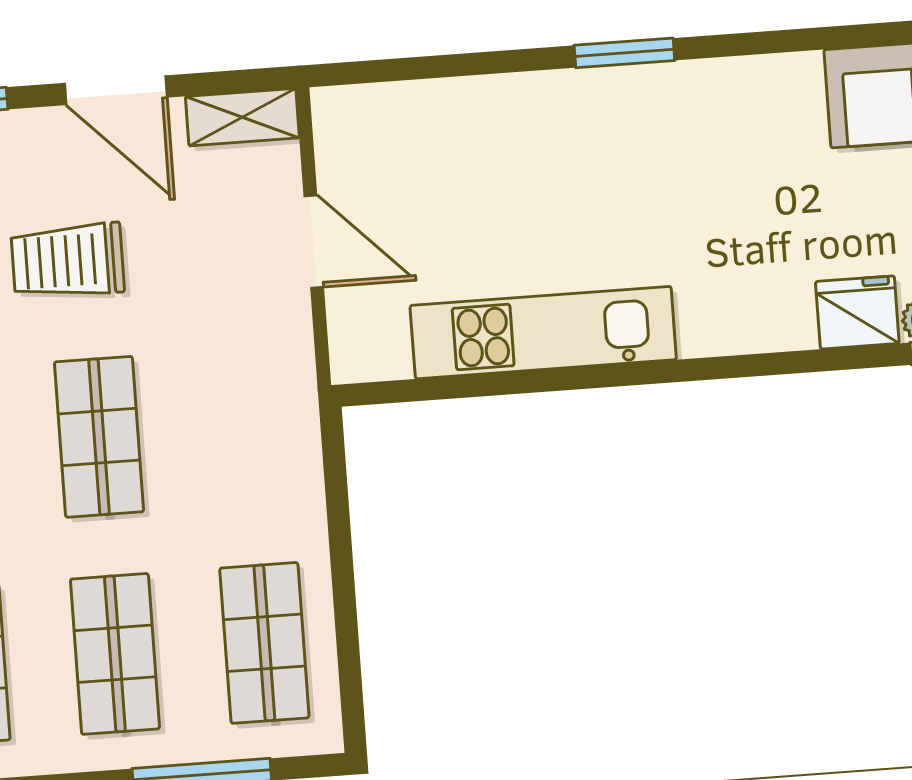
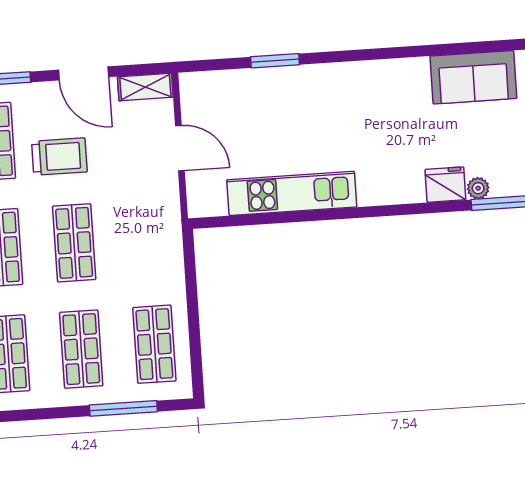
window: (624, 53) -> (275, 61), moved
trolley: (68, 261) -> (59, 157), turned 180

